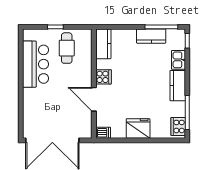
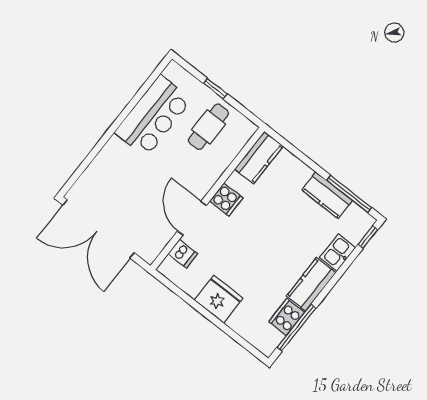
cooker: (178, 126) -> (287, 317), moved
dishwasher: (103, 133) -> (183, 254), moved

